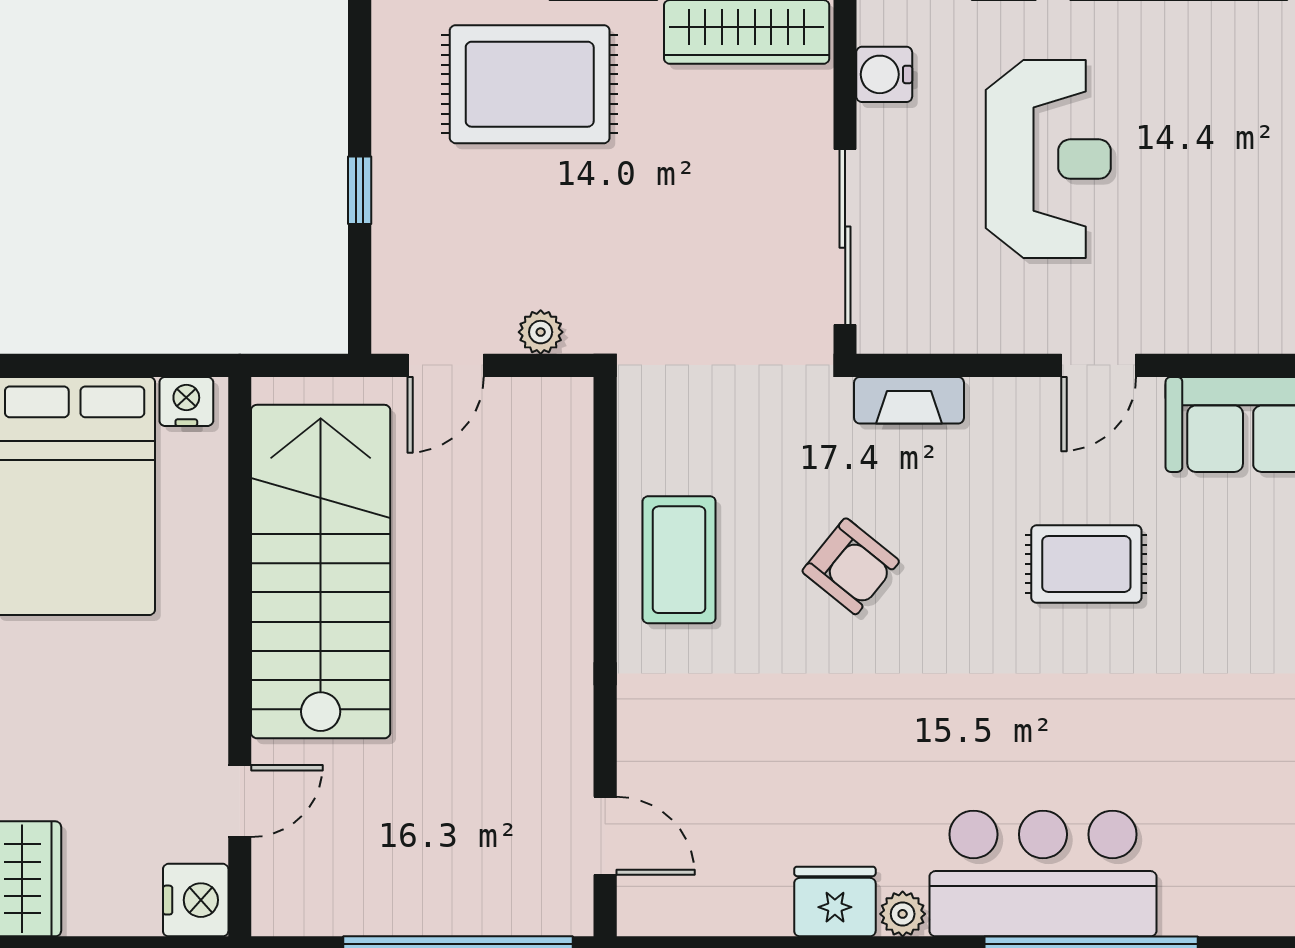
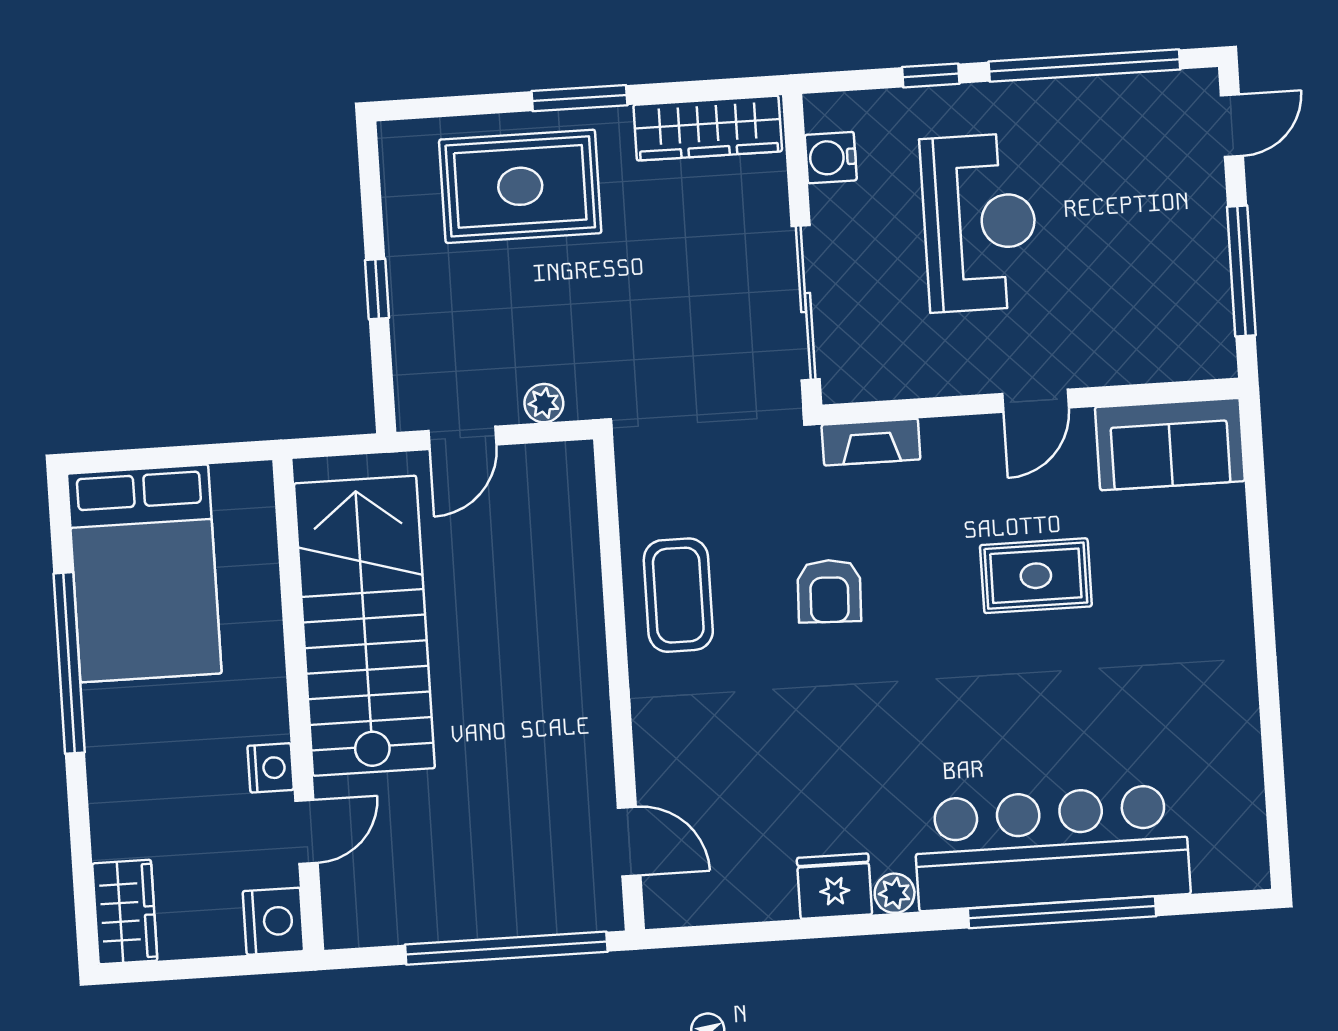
nightstand: (186, 401) -> (271, 768), moved, turned 90
armchair: (851, 566) -> (829, 591), turned 53
bar counter: (1043, 873) -> (1052, 847), width x1.36

